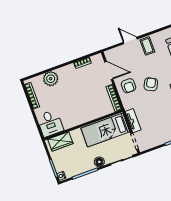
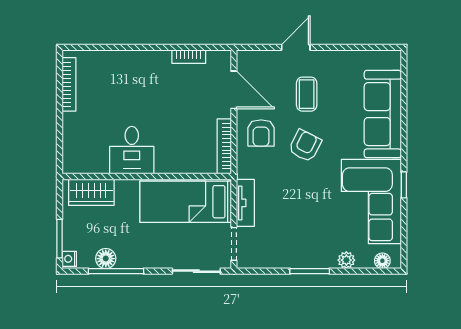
door: (130, 41) -> (296, 47), hinge flipped
coffee table: (147, 46) -> (307, 94), moved
plant: (51, 79) -> (117, 65), removed
desk: (50, 123) -> (132, 150), moved
floor lamp: (99, 162) -> (106, 259), moved

